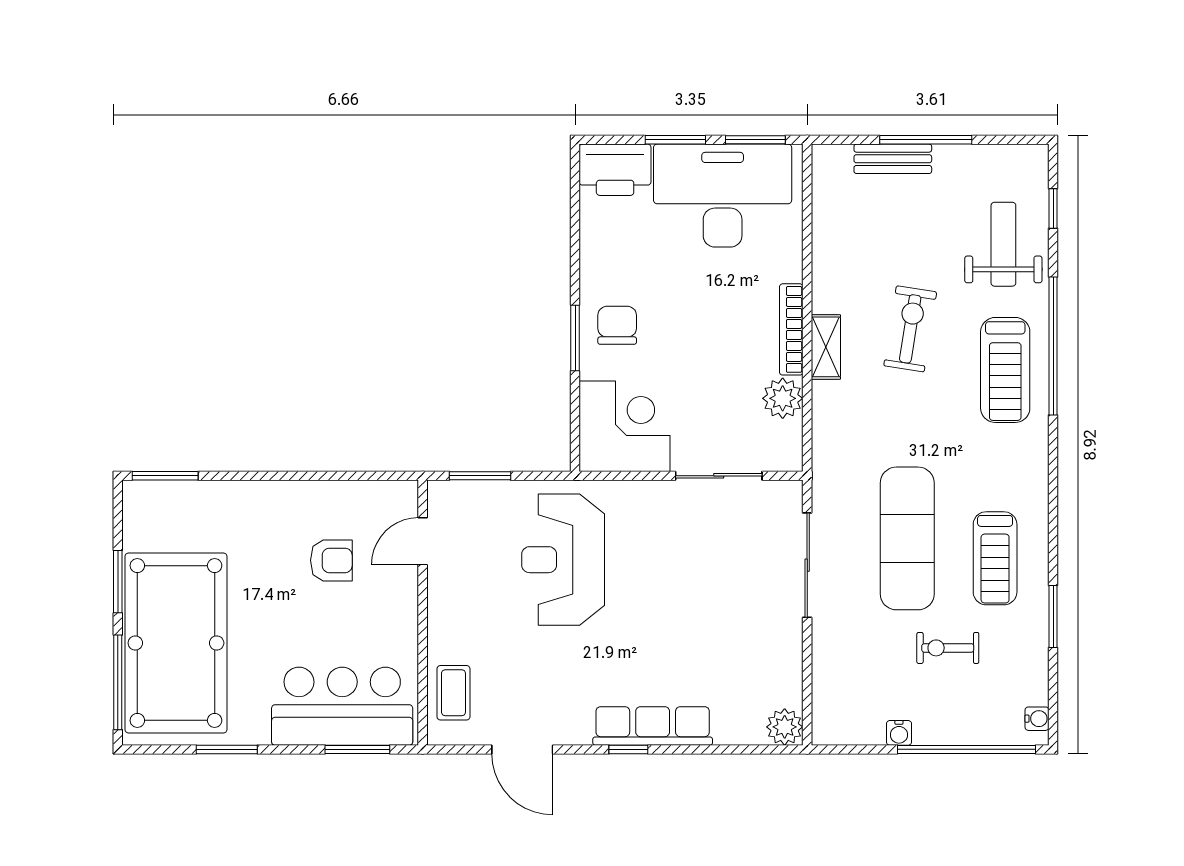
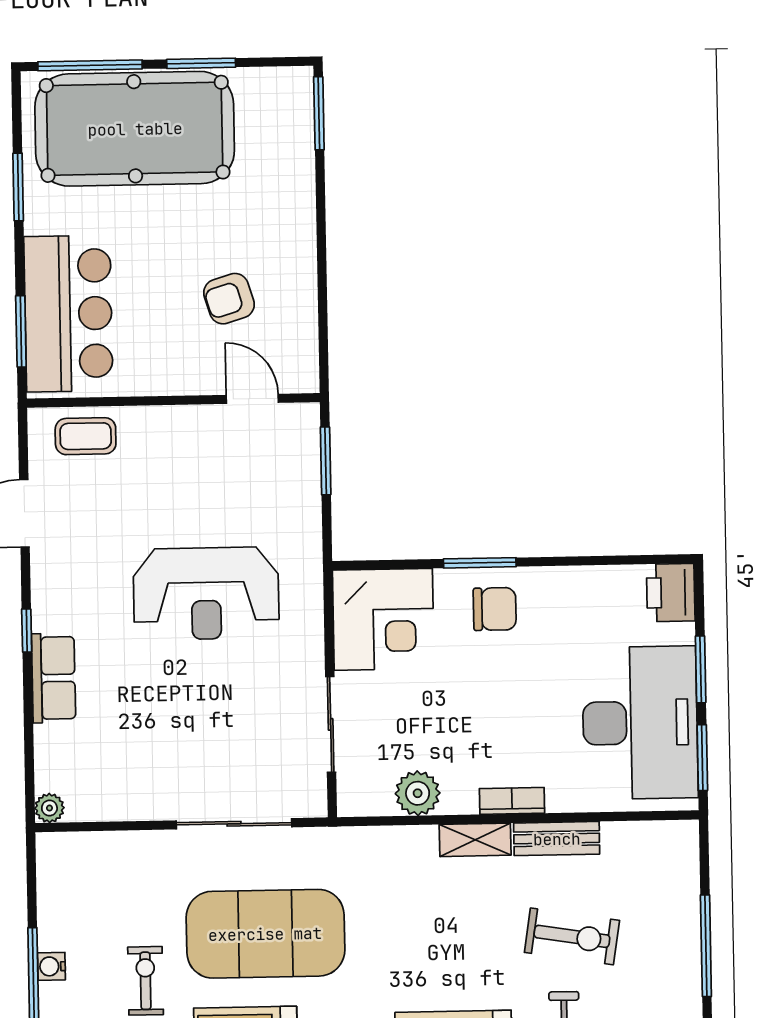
bench: (893, 159) -> (557, 839), moved, turned 90
printer: (615, 170) -> (671, 593), width x0.73, depth x0.84
bookcase: (791, 329) -> (512, 801), width x0.64
exercise bike: (910, 329) -> (572, 936), moved
exercise mat: (907, 538) -> (265, 934), width x1.47
armchair: (331, 560) -> (229, 299), turned 73
reception desk: (563, 560) -> (206, 593), moved, turned 180
row of seats: (653, 726) -> (54, 678), width x0.68
plant: (785, 727) -> (49, 808), width x0.73, depth x0.73
water cooler: (899, 733) -> (51, 966), moved

